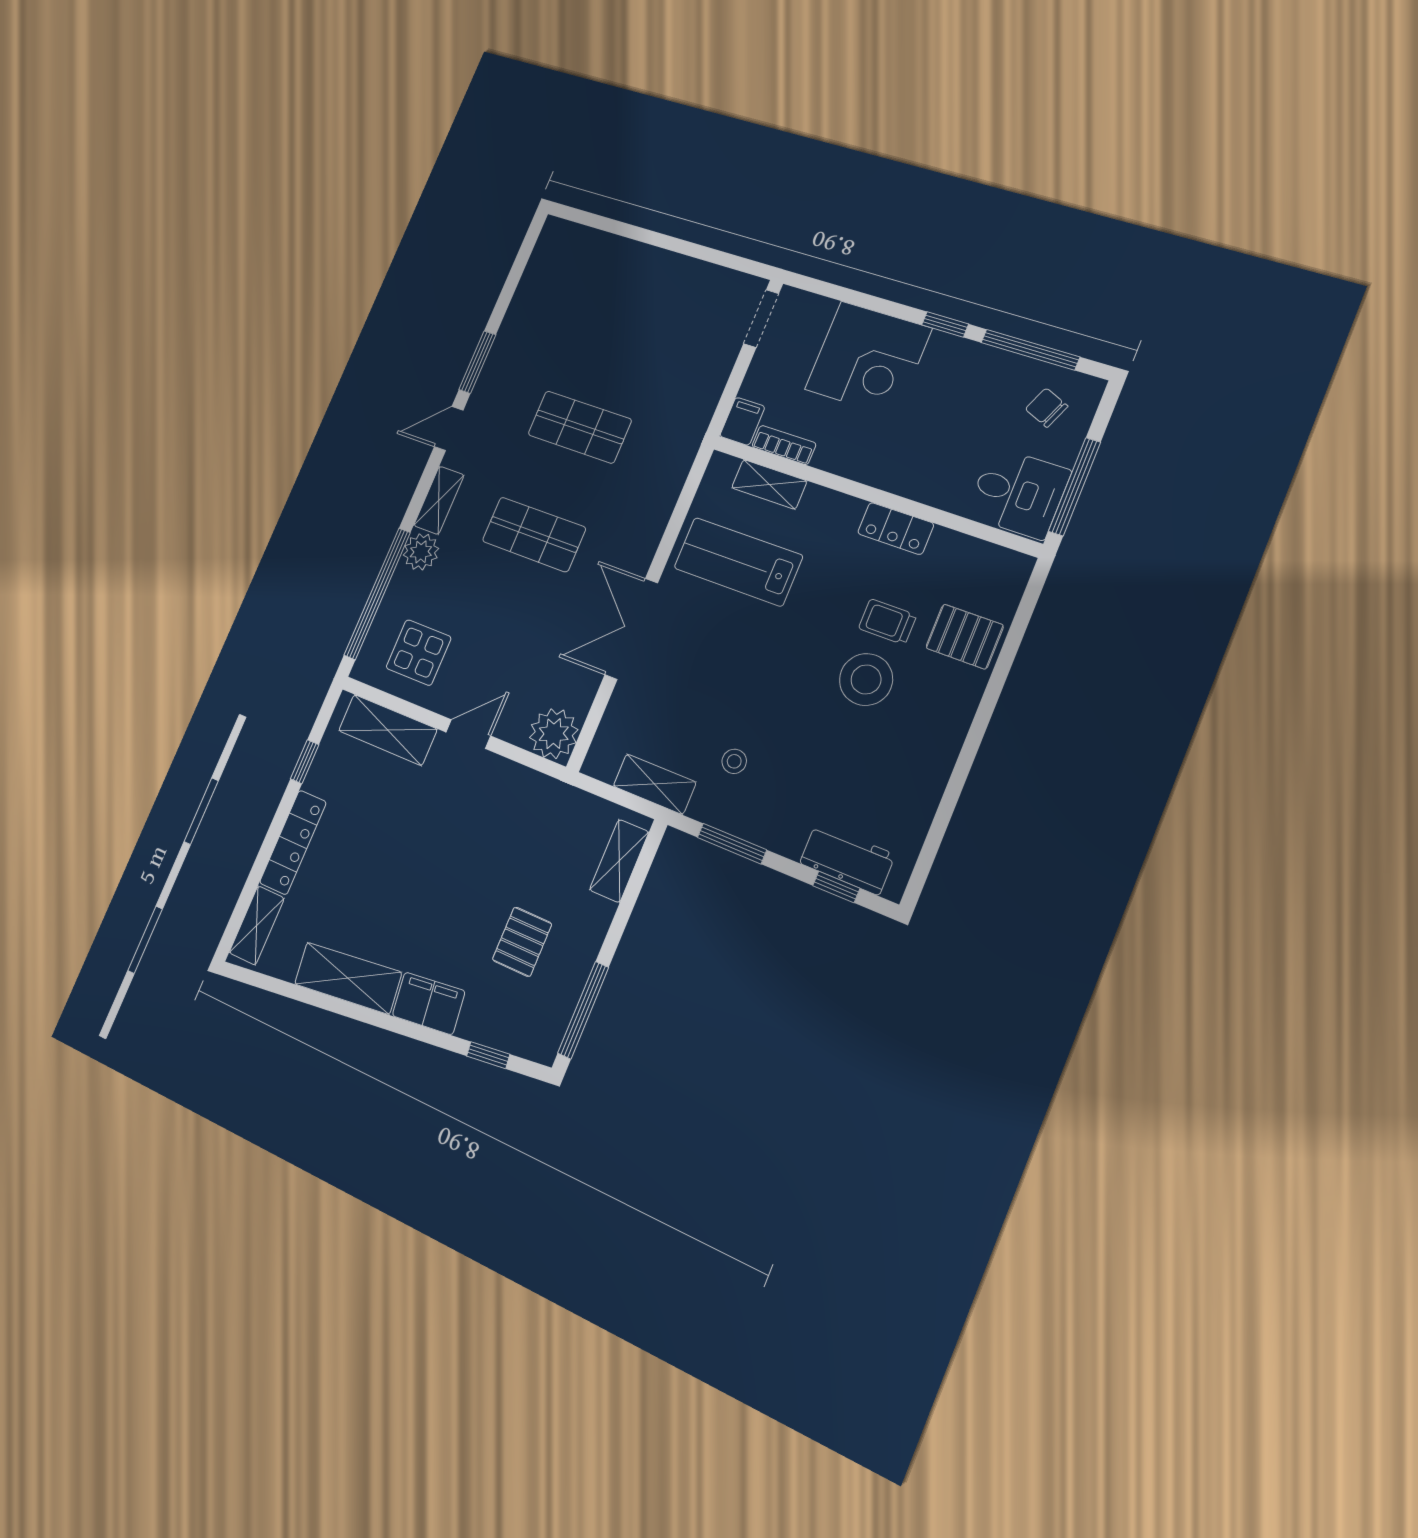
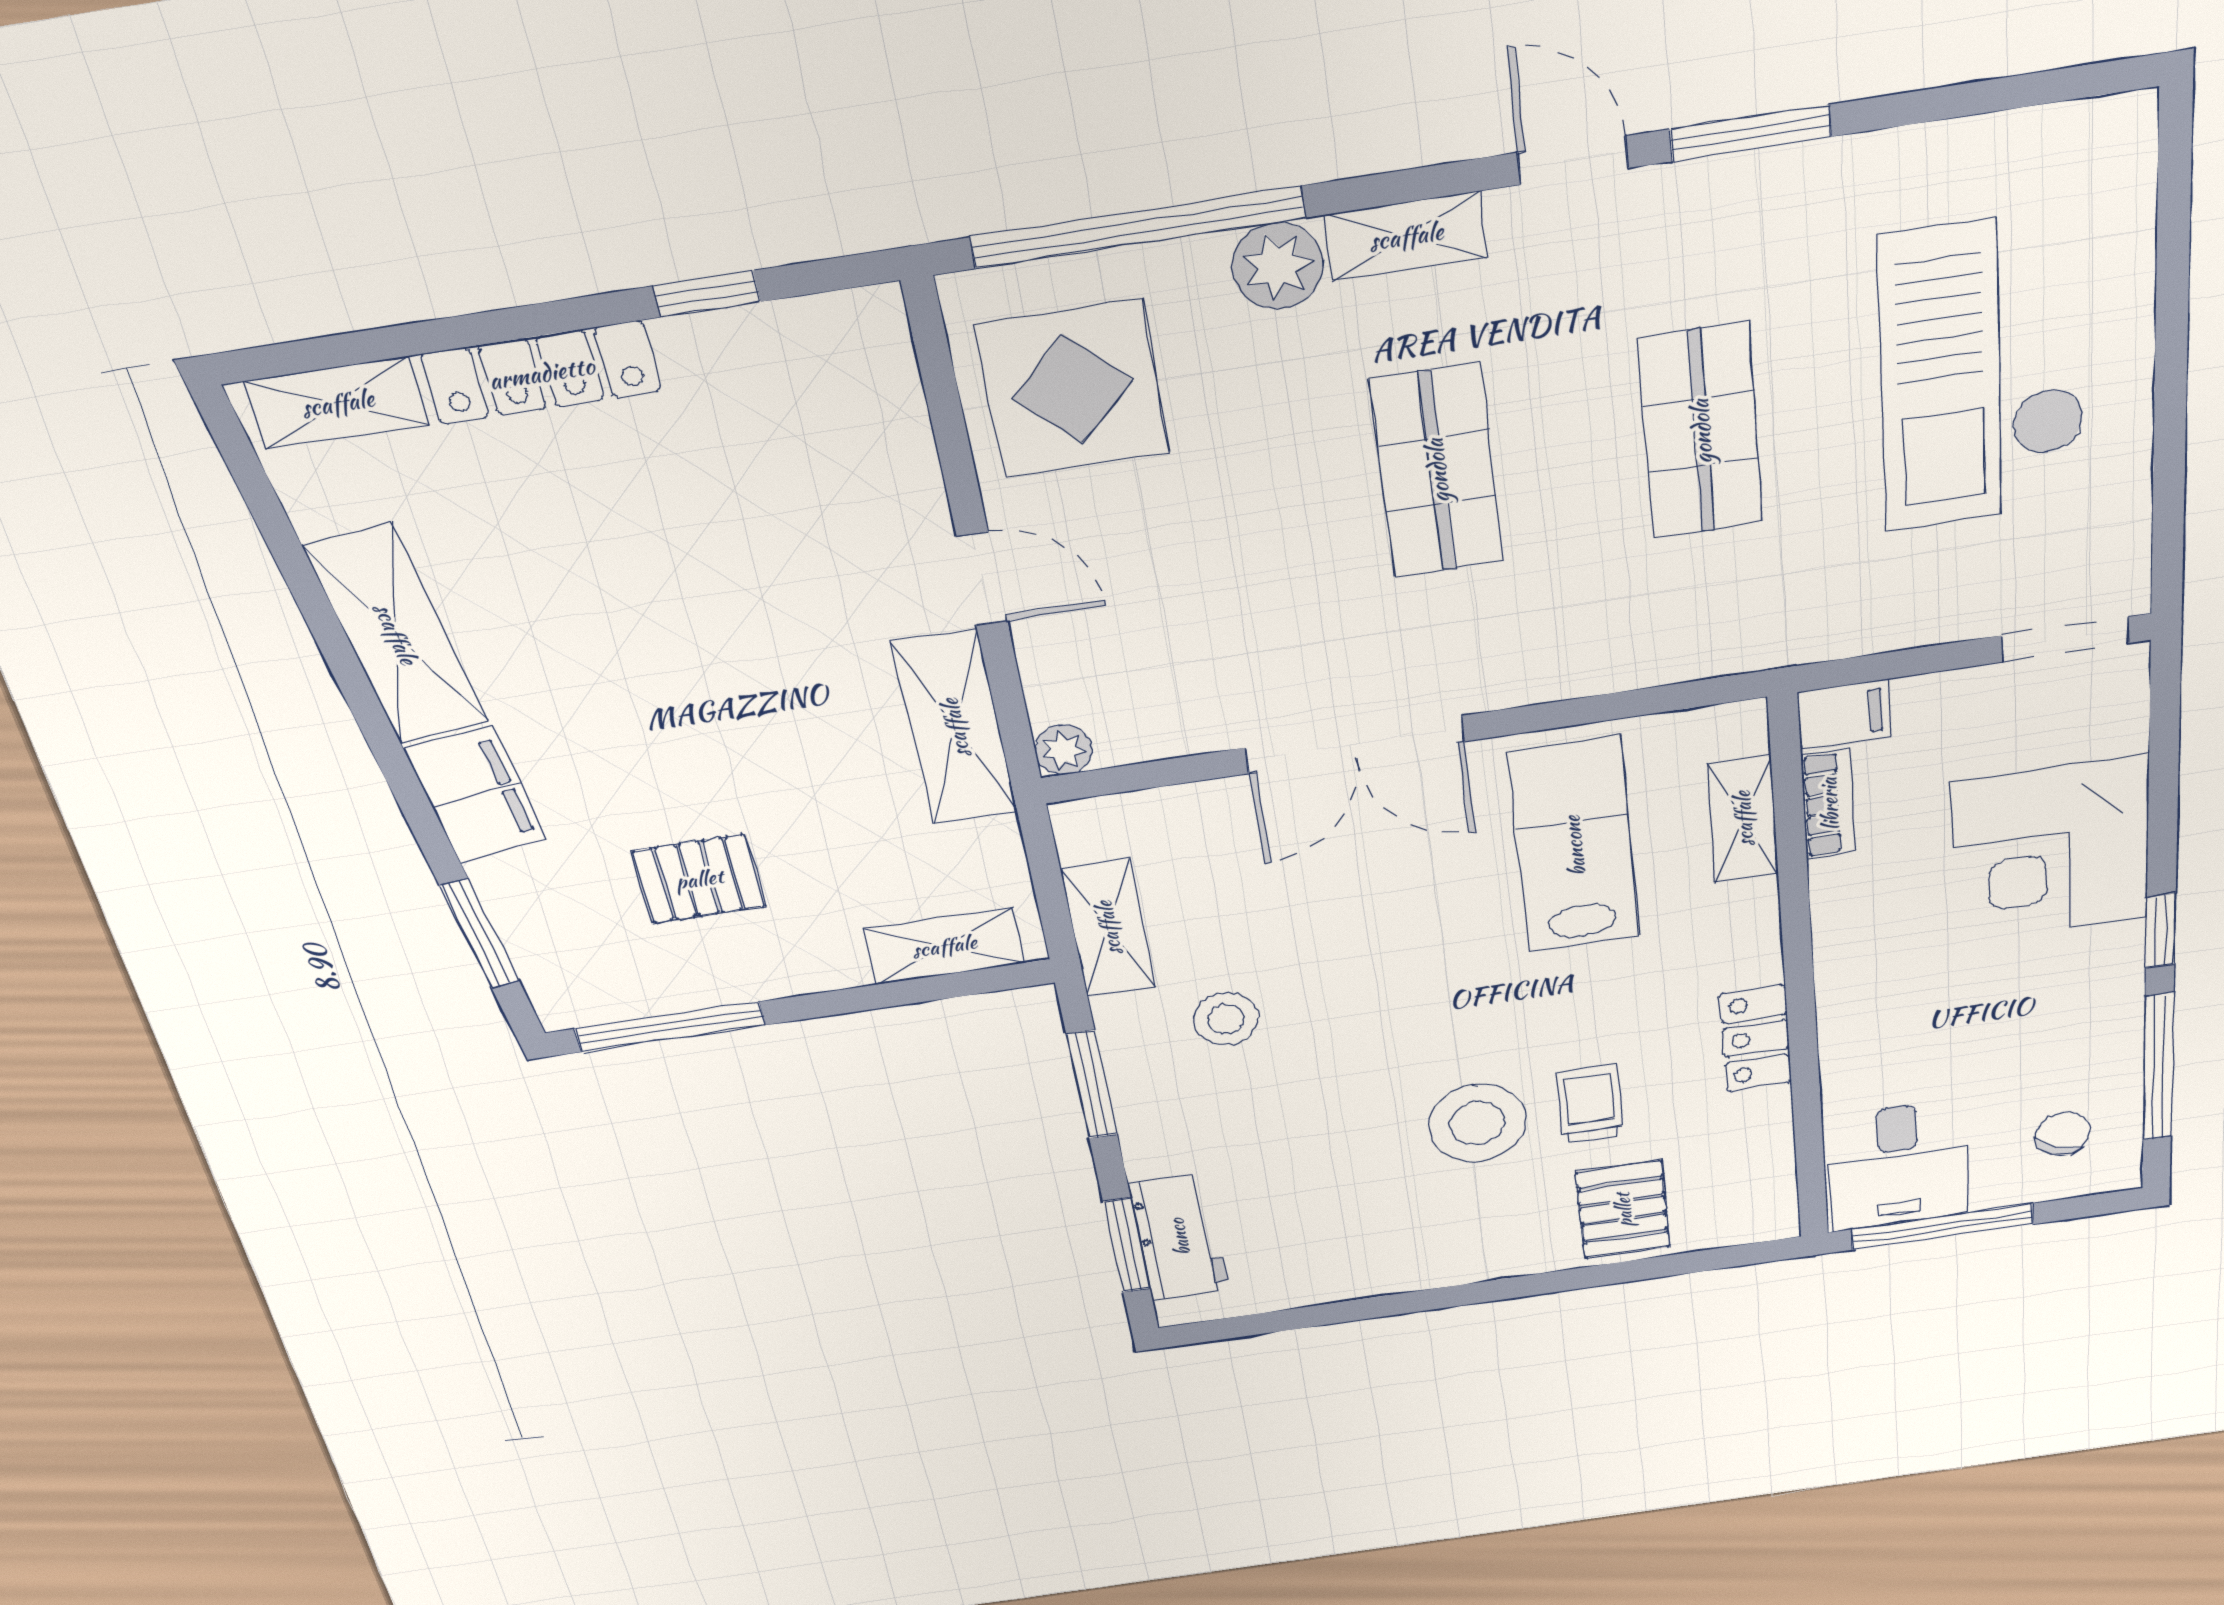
checkout: (621, 312) -> (1983, 372), added
double door: (631, 629) -> (1355, 745), swing flipped
display table: (419, 653) -> (1073, 389), width x1.36, depth x1.36
shelving: (388, 730) -> (955, 728), moved
plant: (554, 734) -> (1064, 750), width x0.53, depth x0.53
stool: (734, 761) -> (1226, 1019), width x1.37, depth x1.37
window: (836, 887) -> (1127, 1245), width x1.50
window: (488, 1055) -> (480, 934), width x1.50

